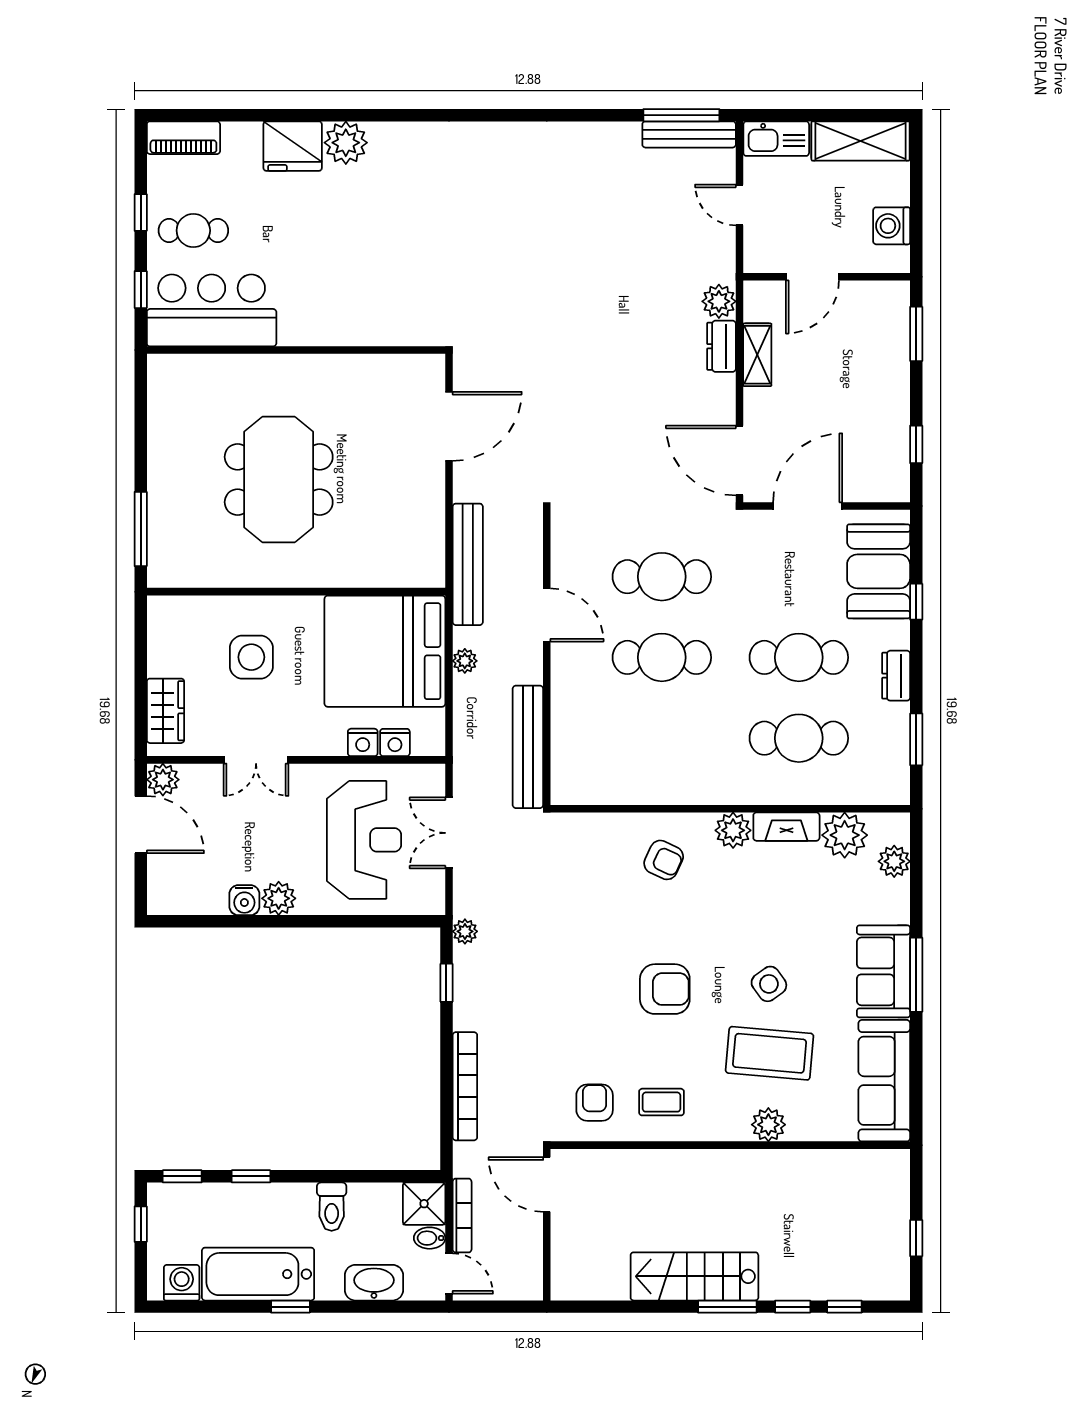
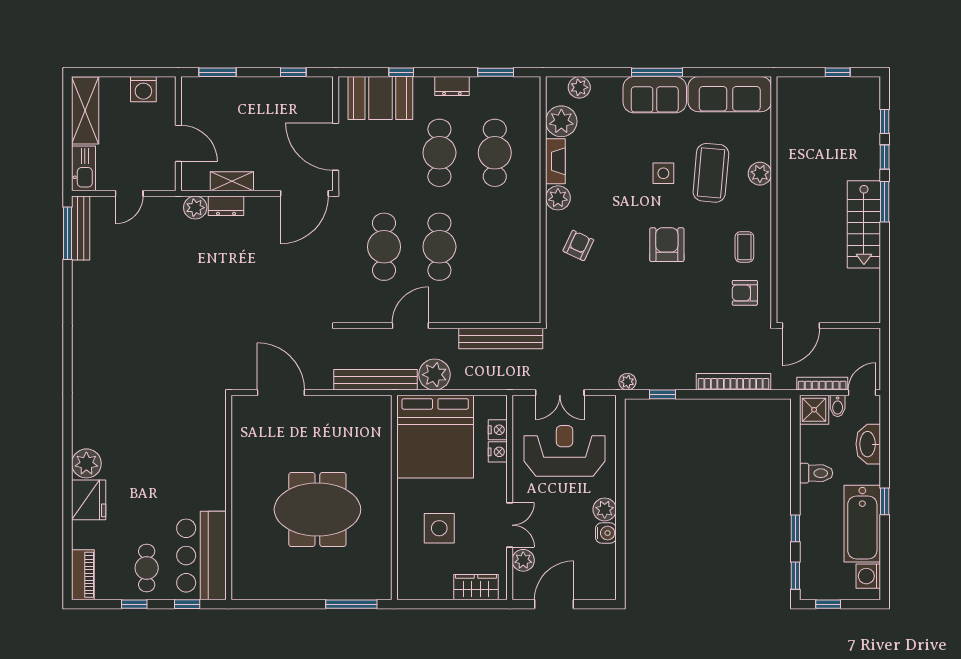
plant: (465, 661) -> (435, 375), width x1.88, depth x1.88
plant: (163, 780) -> (523, 560), moved
side table: (769, 984) -> (663, 173), turned 36

